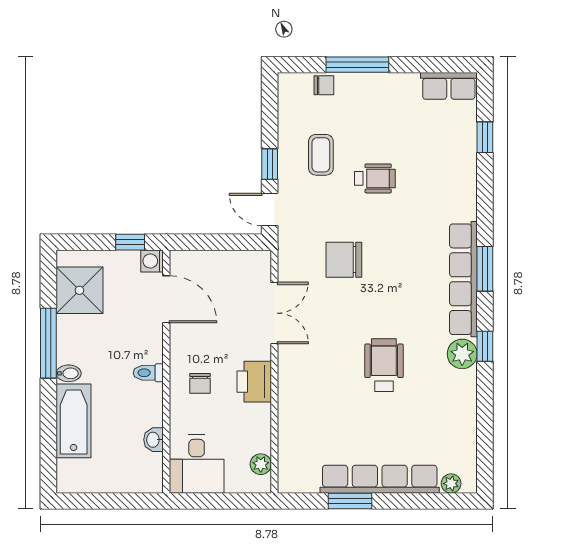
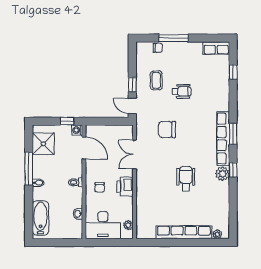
double door: (274, 313) -> (135, 154), swing flipped
bathtub: (74, 421) -> (40, 218), moved
desk: (197, 464) -> (103, 225), width x1.37
window: (350, 501) -> (170, 242), removed

